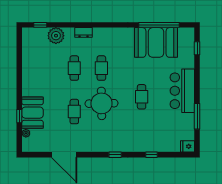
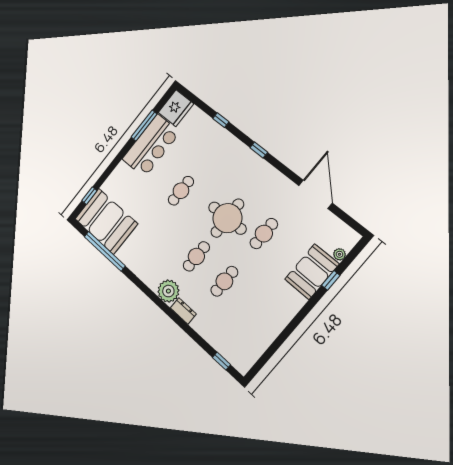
plant: (56, 36) -> (168, 291), moved
booth: (156, 42) -> (106, 221), moved
bar counter: (182, 91) -> (151, 146), moved
fridge: (188, 146) -> (176, 108), width x1.88, depth x1.34

